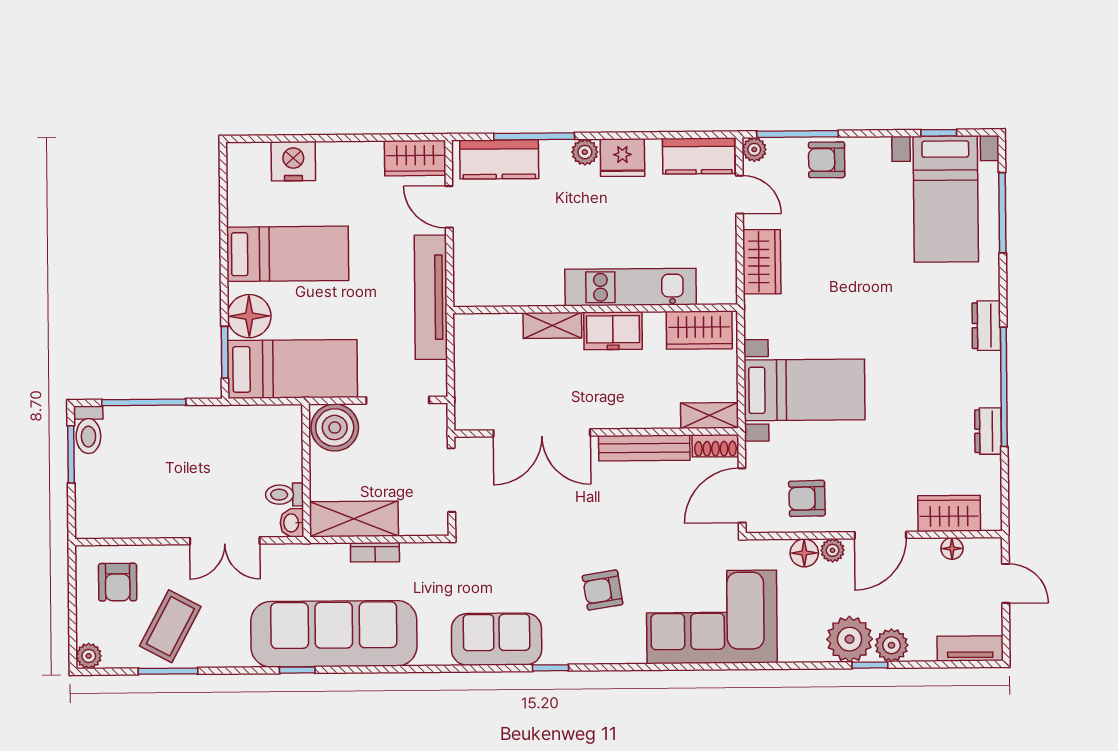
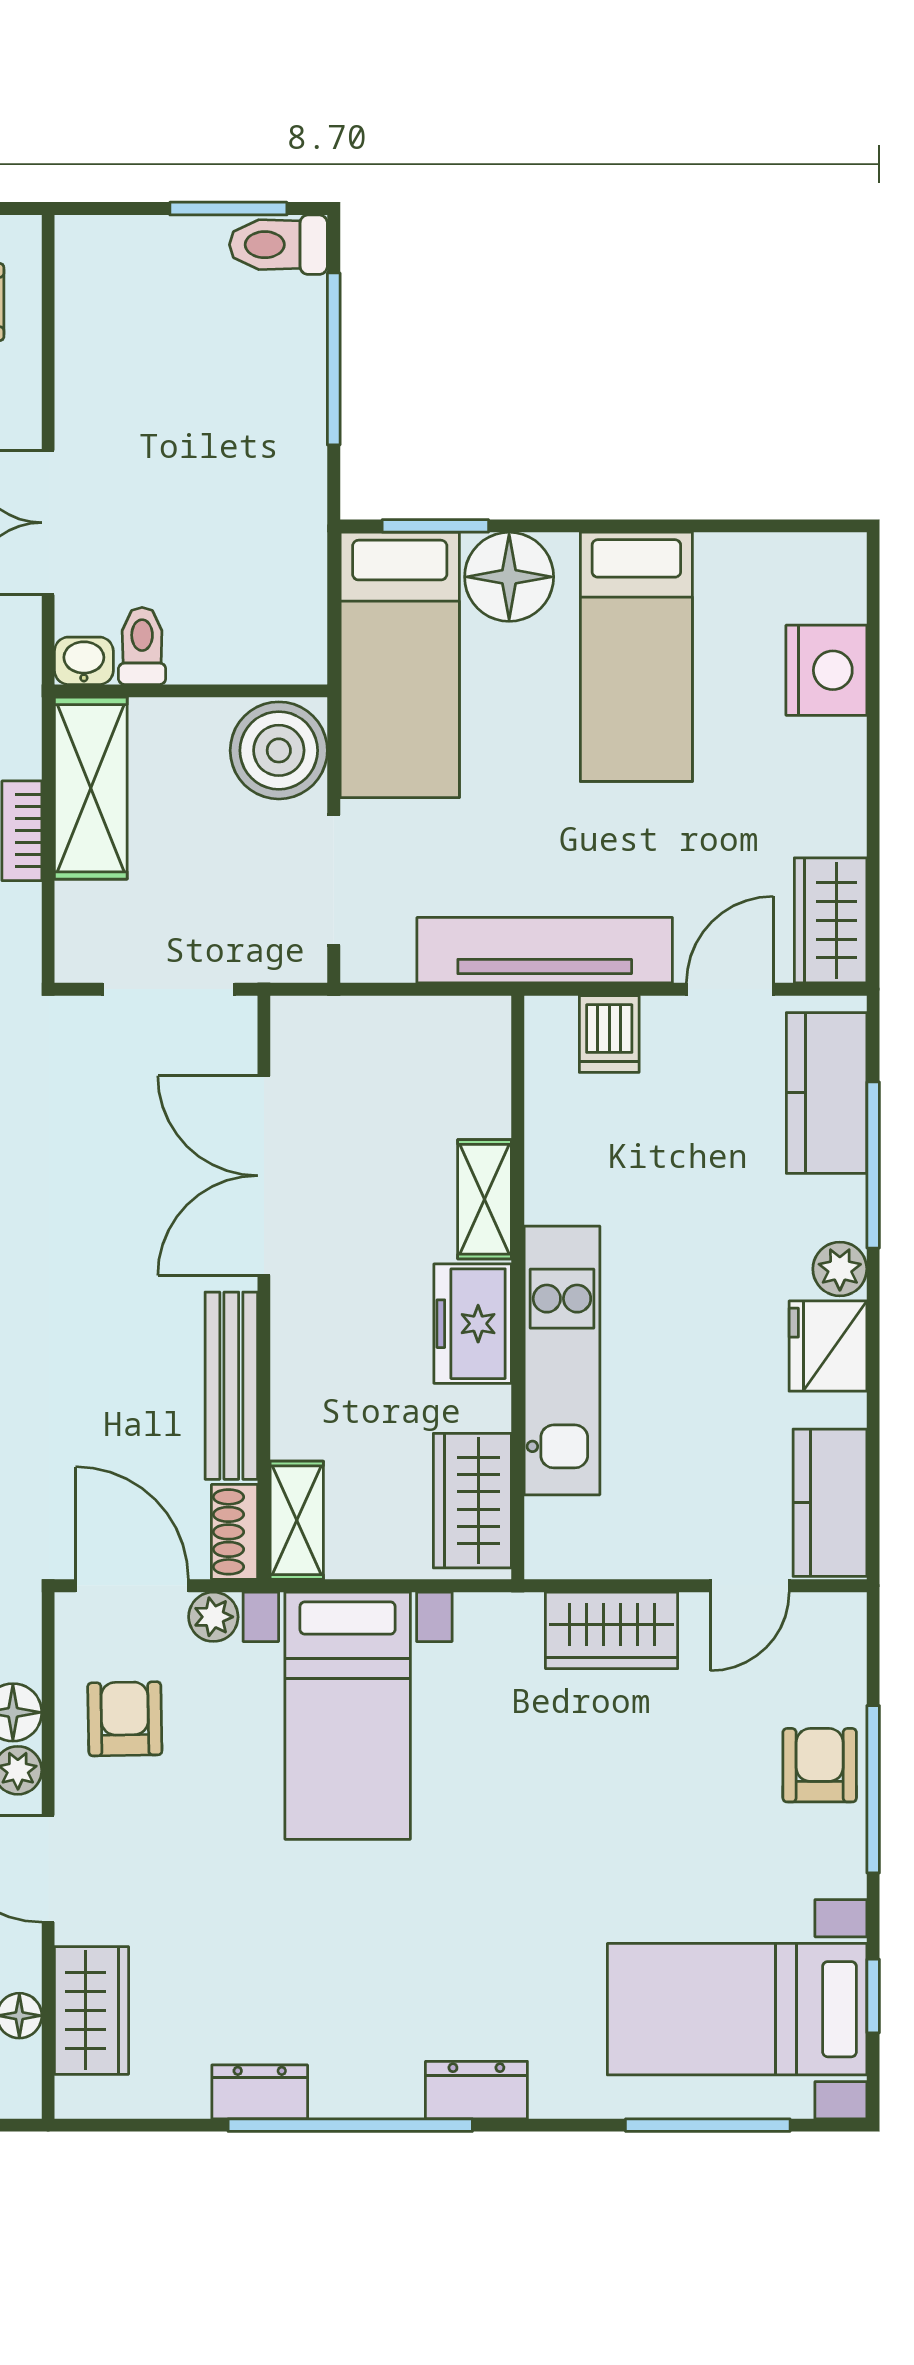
window: (798, 134) -> (873, 1789), moved
plant: (754, 150) -> (213, 1617), moved
dishwasher: (471, 265) -> (609, 1034), added

